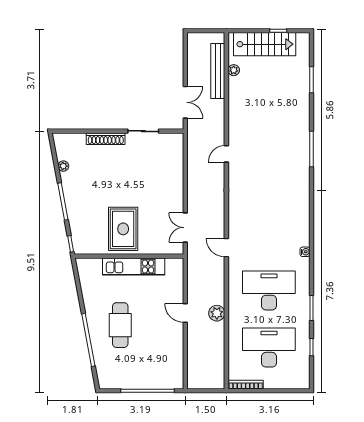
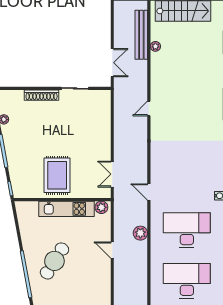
plant: (234, 70) -> (155, 46), moved
plant: (173, 265) -> (101, 207), added
plant: (217, 313) -> (140, 233), moved
cafe table: (120, 325) -> (54, 261), turned 32

